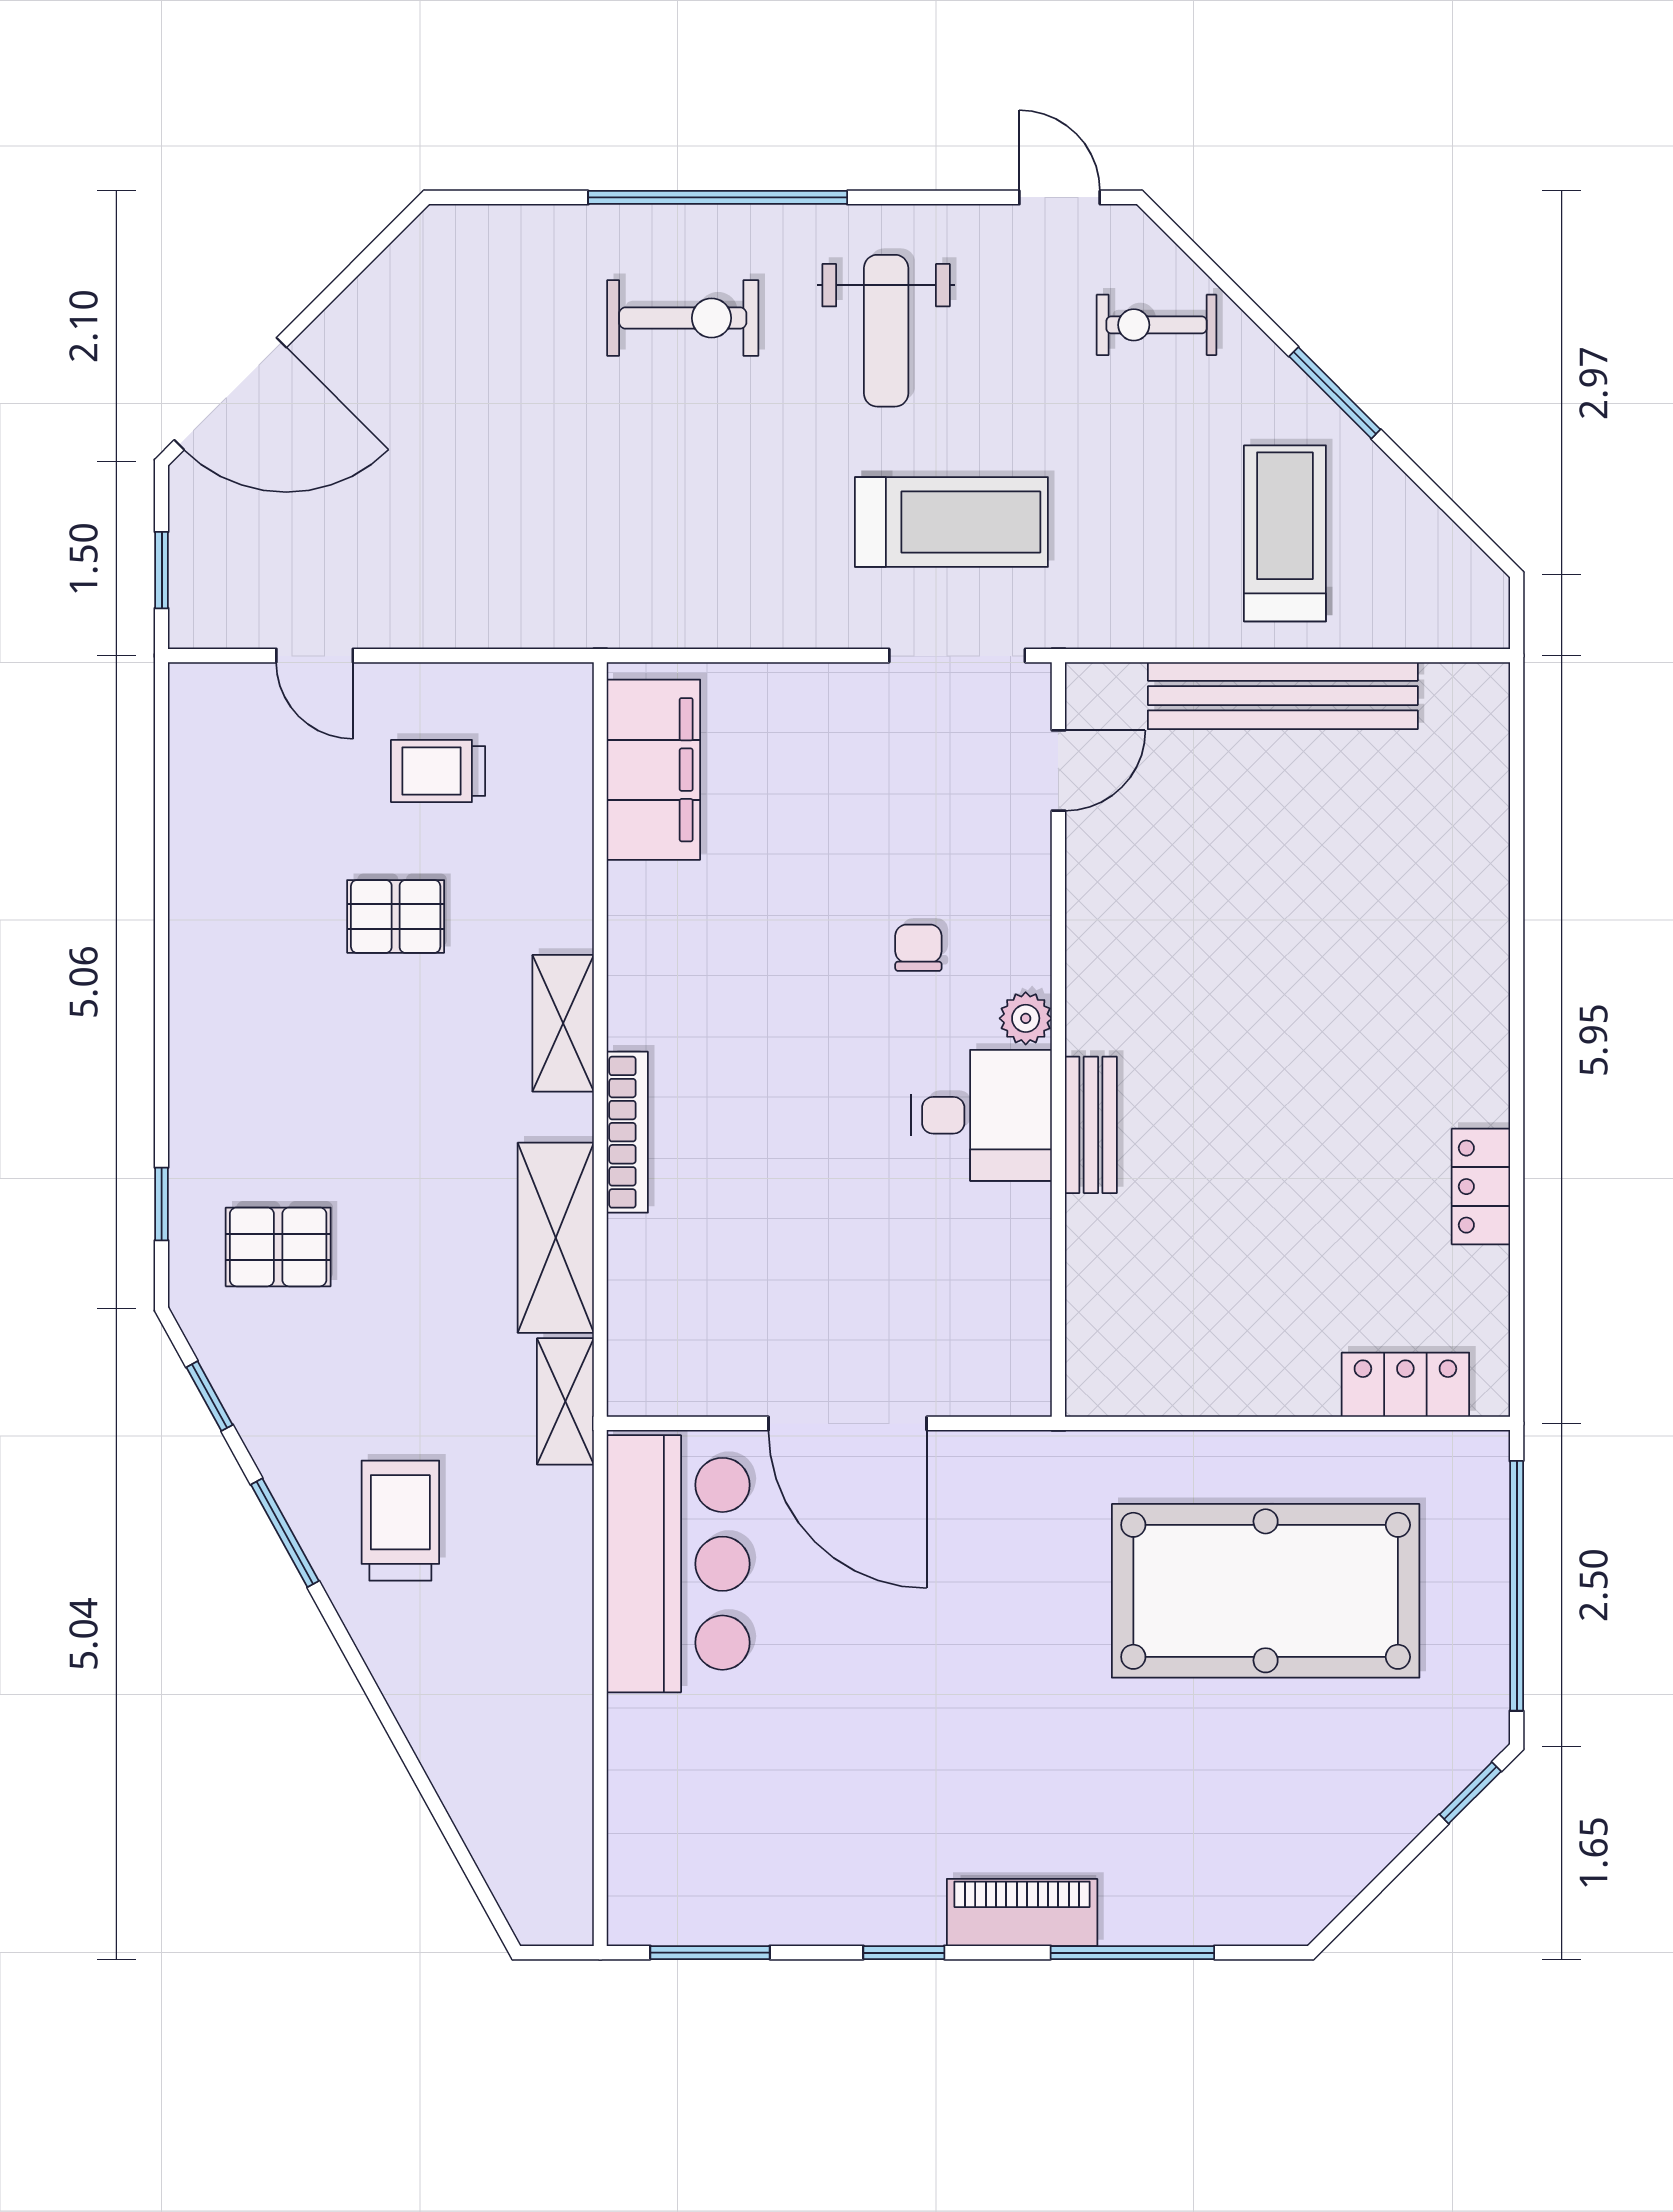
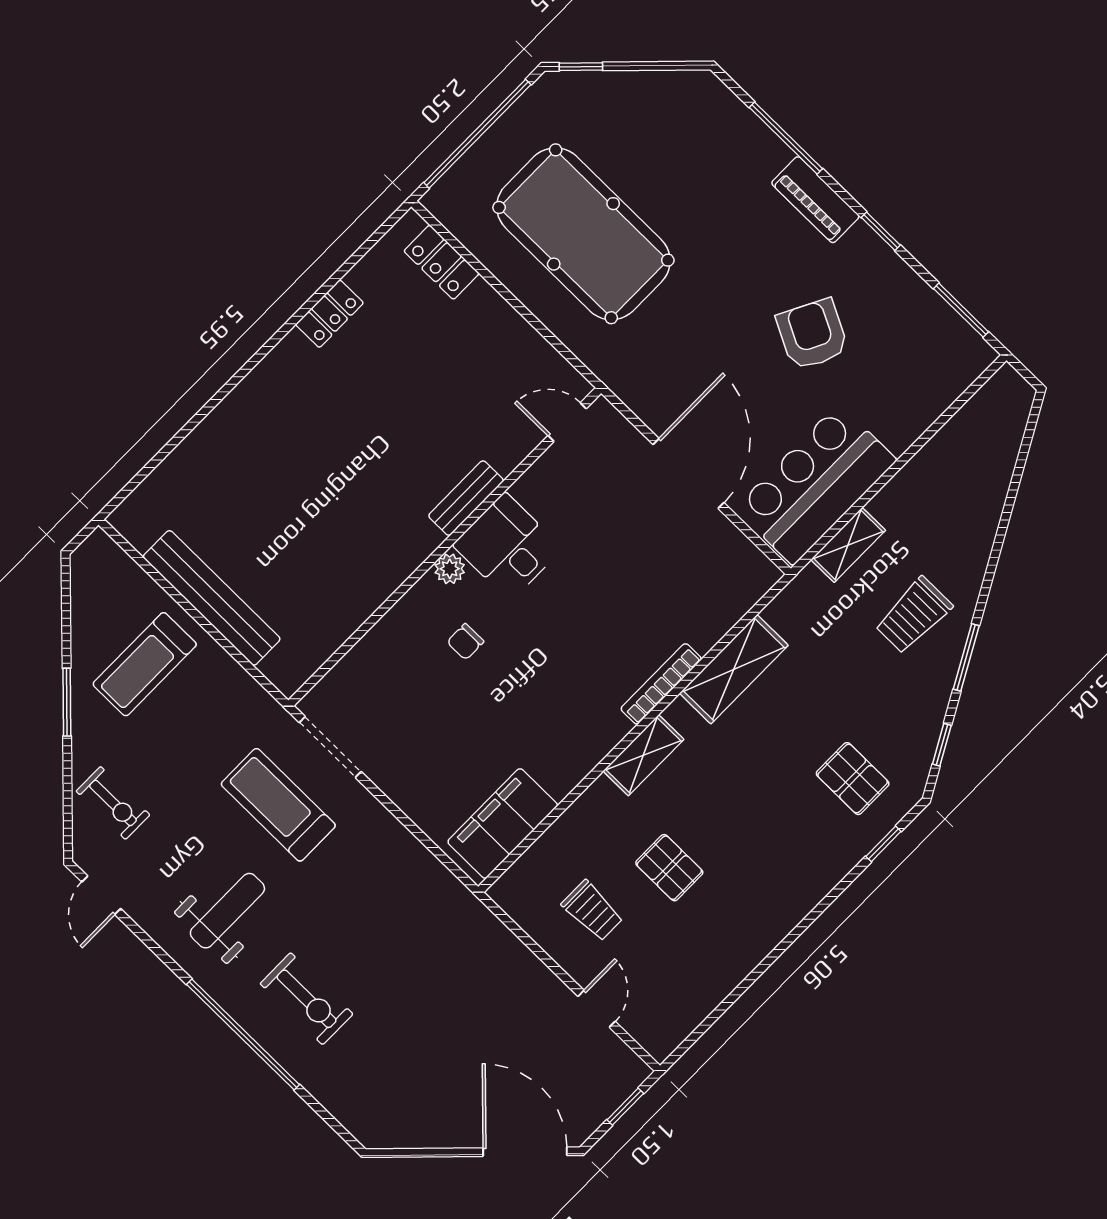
exercise bike: (683, 318) -> (307, 999), turned 180
door: (1058, 771) -> (567, 422), moved
shelving: (565, 1401) -> (848, 545), moved
armchair: (863, 1744) -> (812, 334), added

